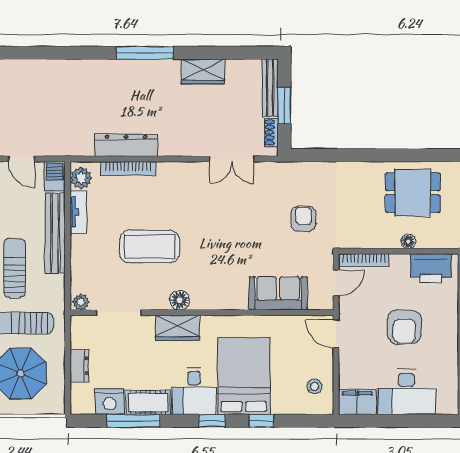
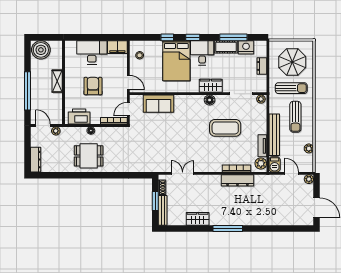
armchair: (303, 219) -> (145, 142), removed

